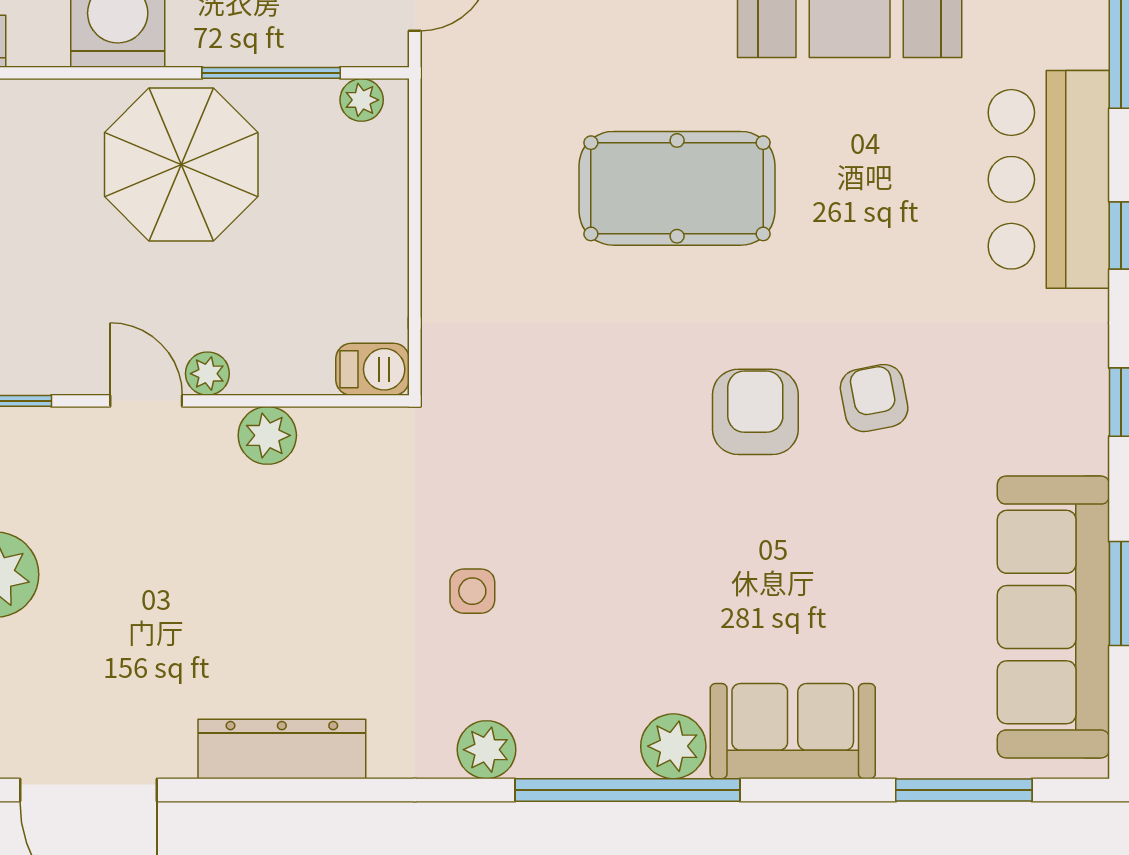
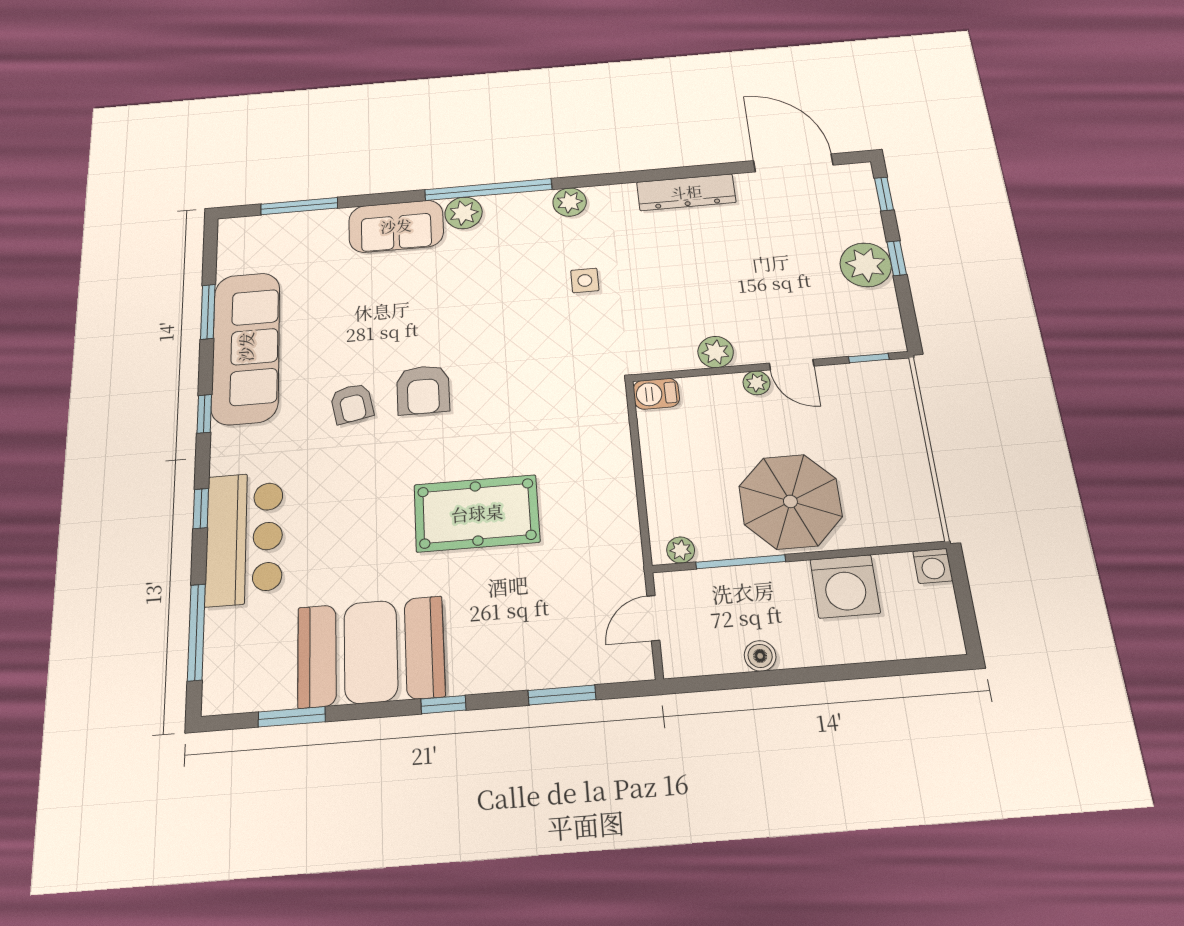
sofa: (1053, 617) -> (246, 347), moved

